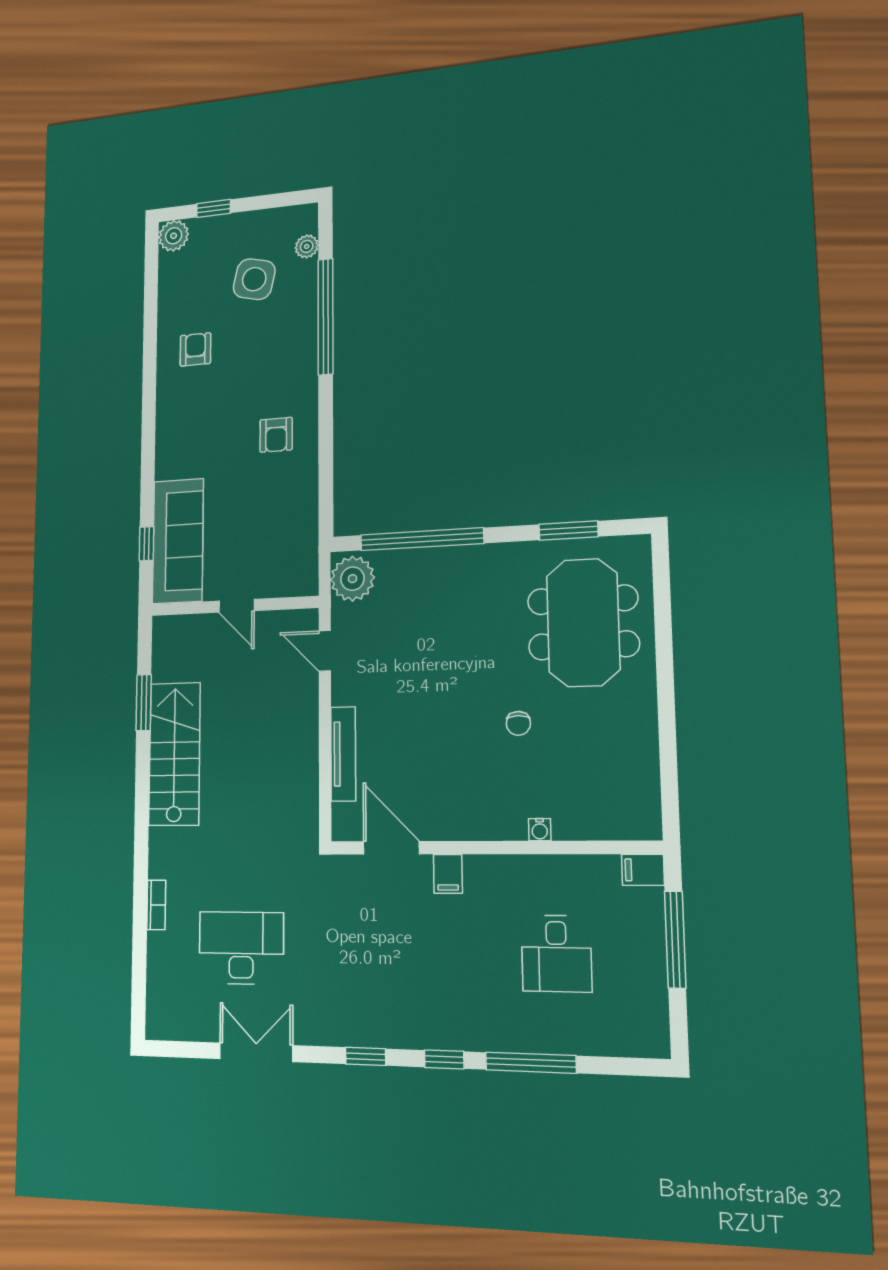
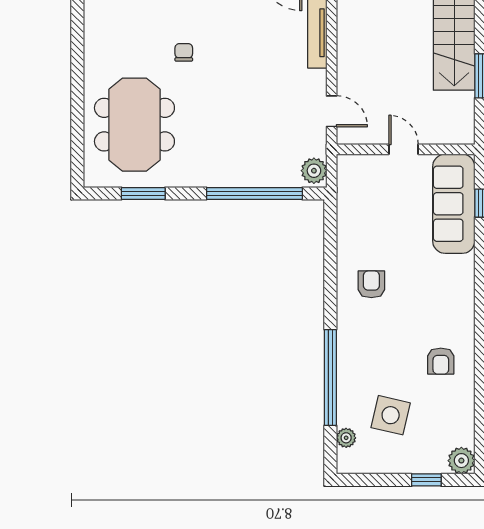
plant: (353, 579) -> (314, 171), width x0.73, depth x0.73

